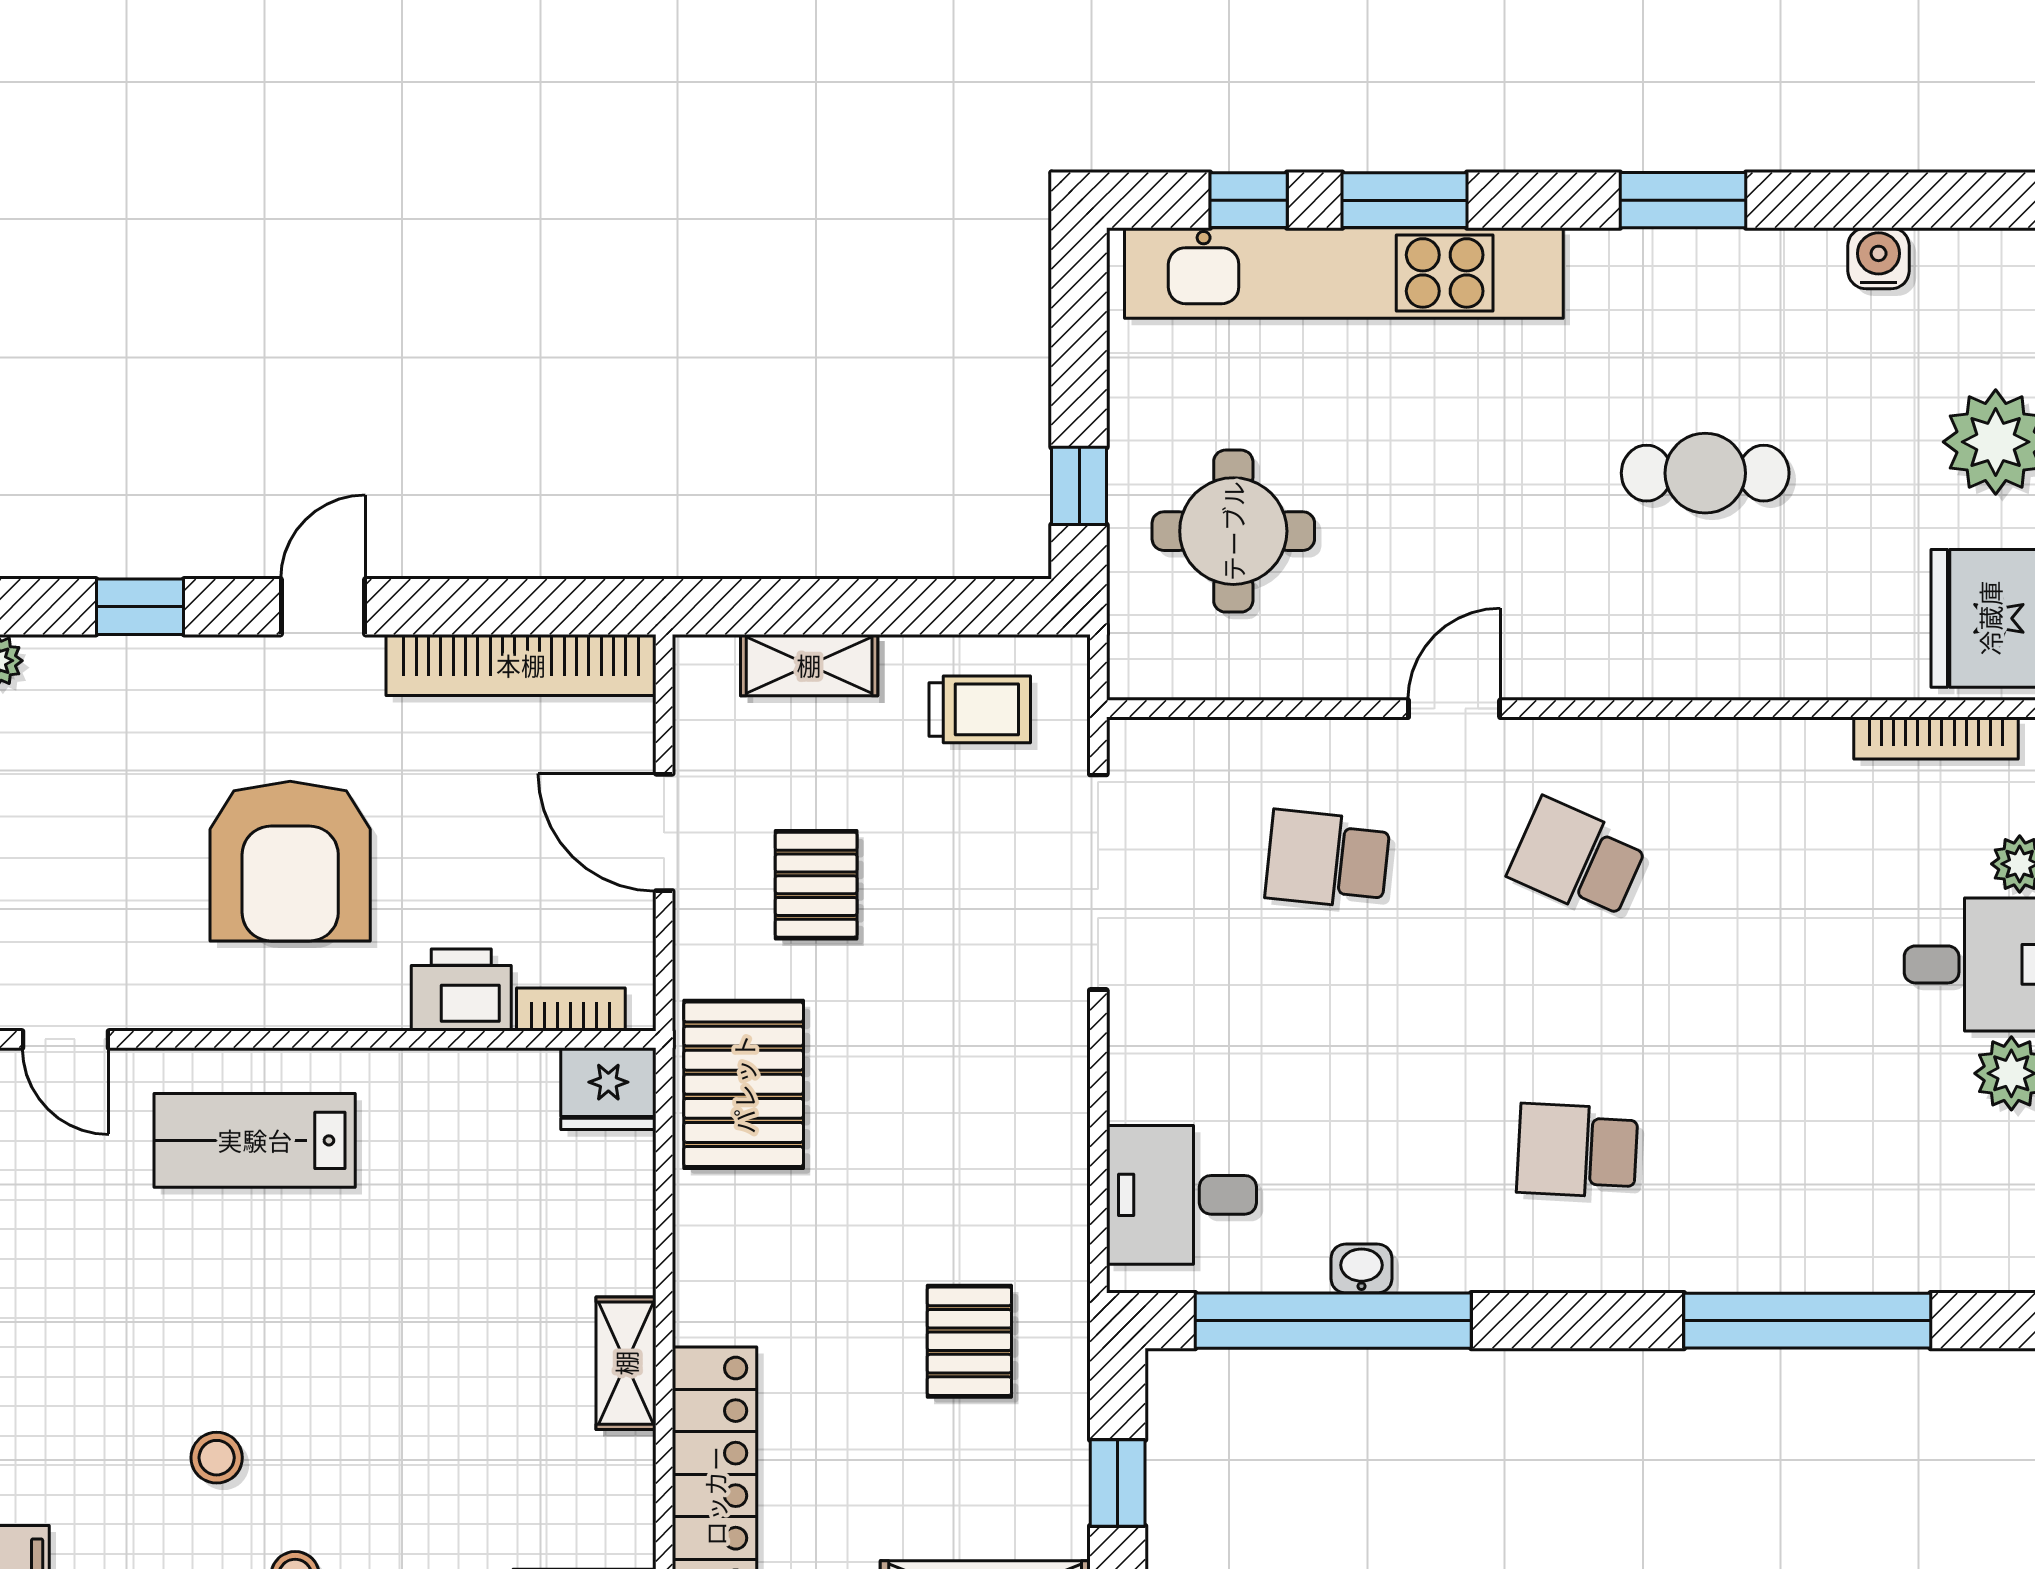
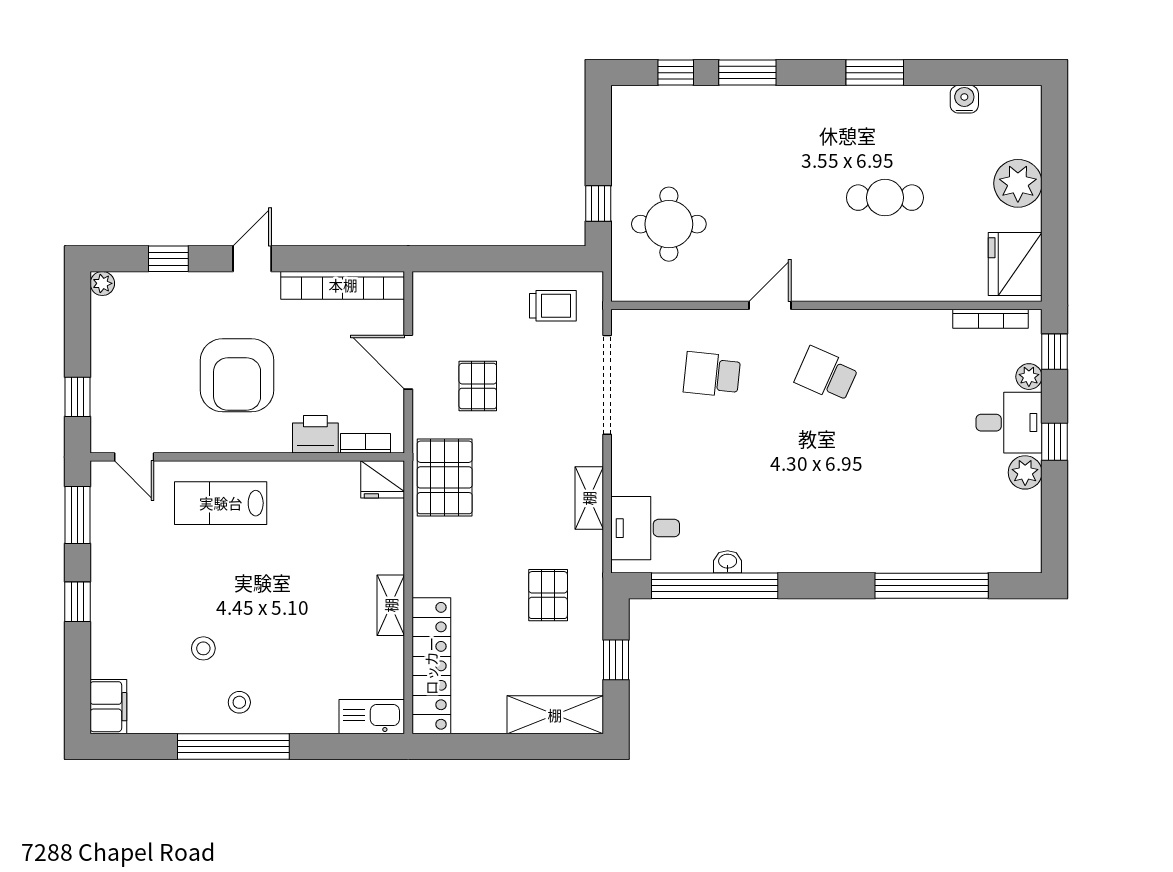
kitchen unit: (1344, 273) -> (720, 106), removed
shelving: (809, 665) -> (589, 498), moved, turned 90
school desk: (1577, 1151) -> (826, 508), removed

